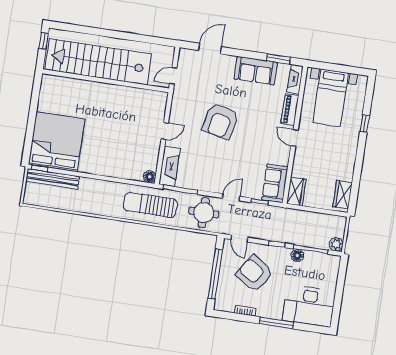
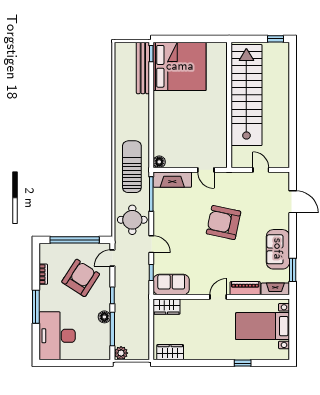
stairs: (98, 62) -> (246, 95), moved
wall: (106, 81) -> (229, 105), moved

